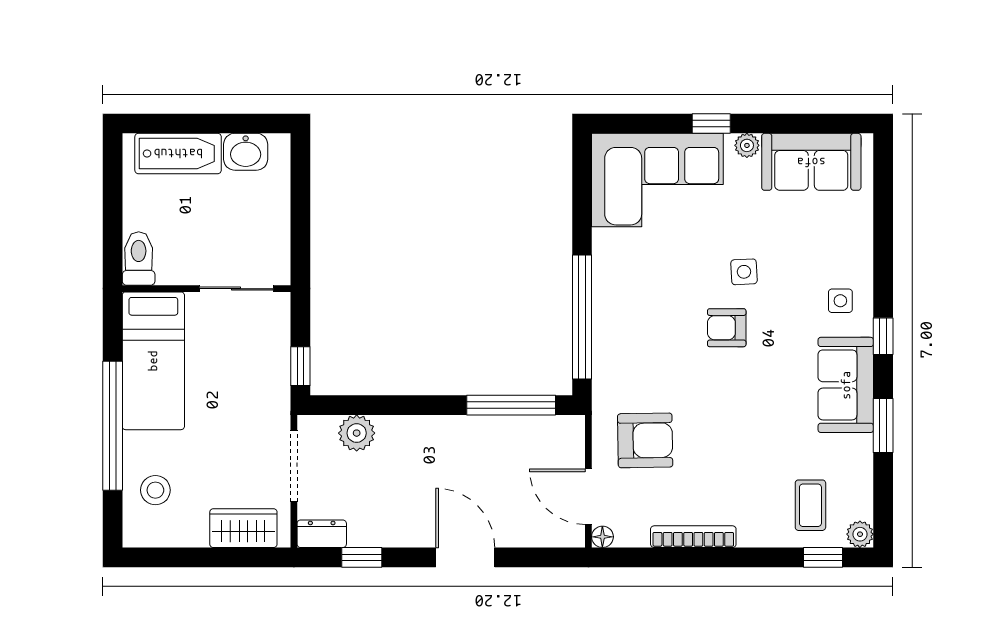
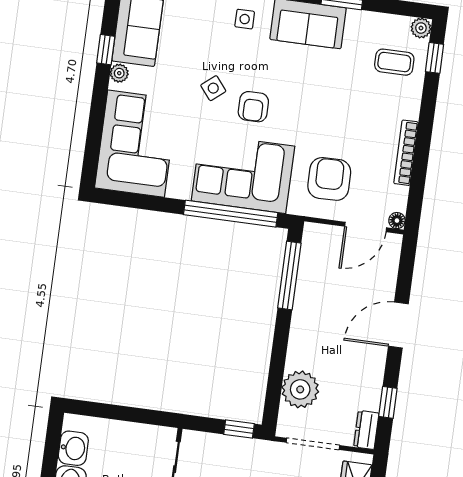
window: (711, 123) -> (106, 50), moved
side table: (744, 272) -> (213, 88), turned -36
corner sofa: (637, 326) -> (243, 174), added
plant: (357, 433) -> (300, 389), width x1.36, depth x1.36

